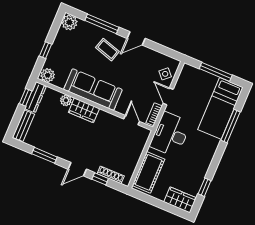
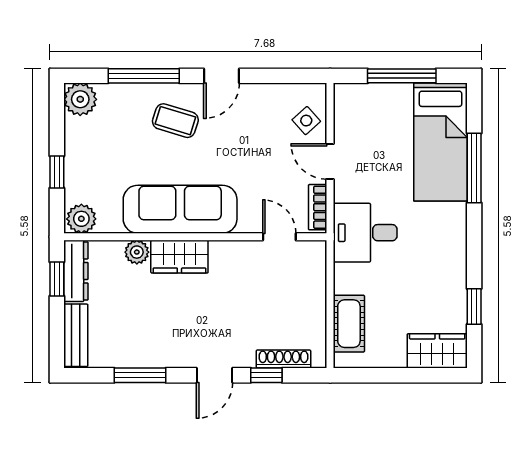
desk: (170, 134) -> (365, 233), width x0.73
cot: (148, 172) -> (349, 324), width x0.73, depth x0.75

